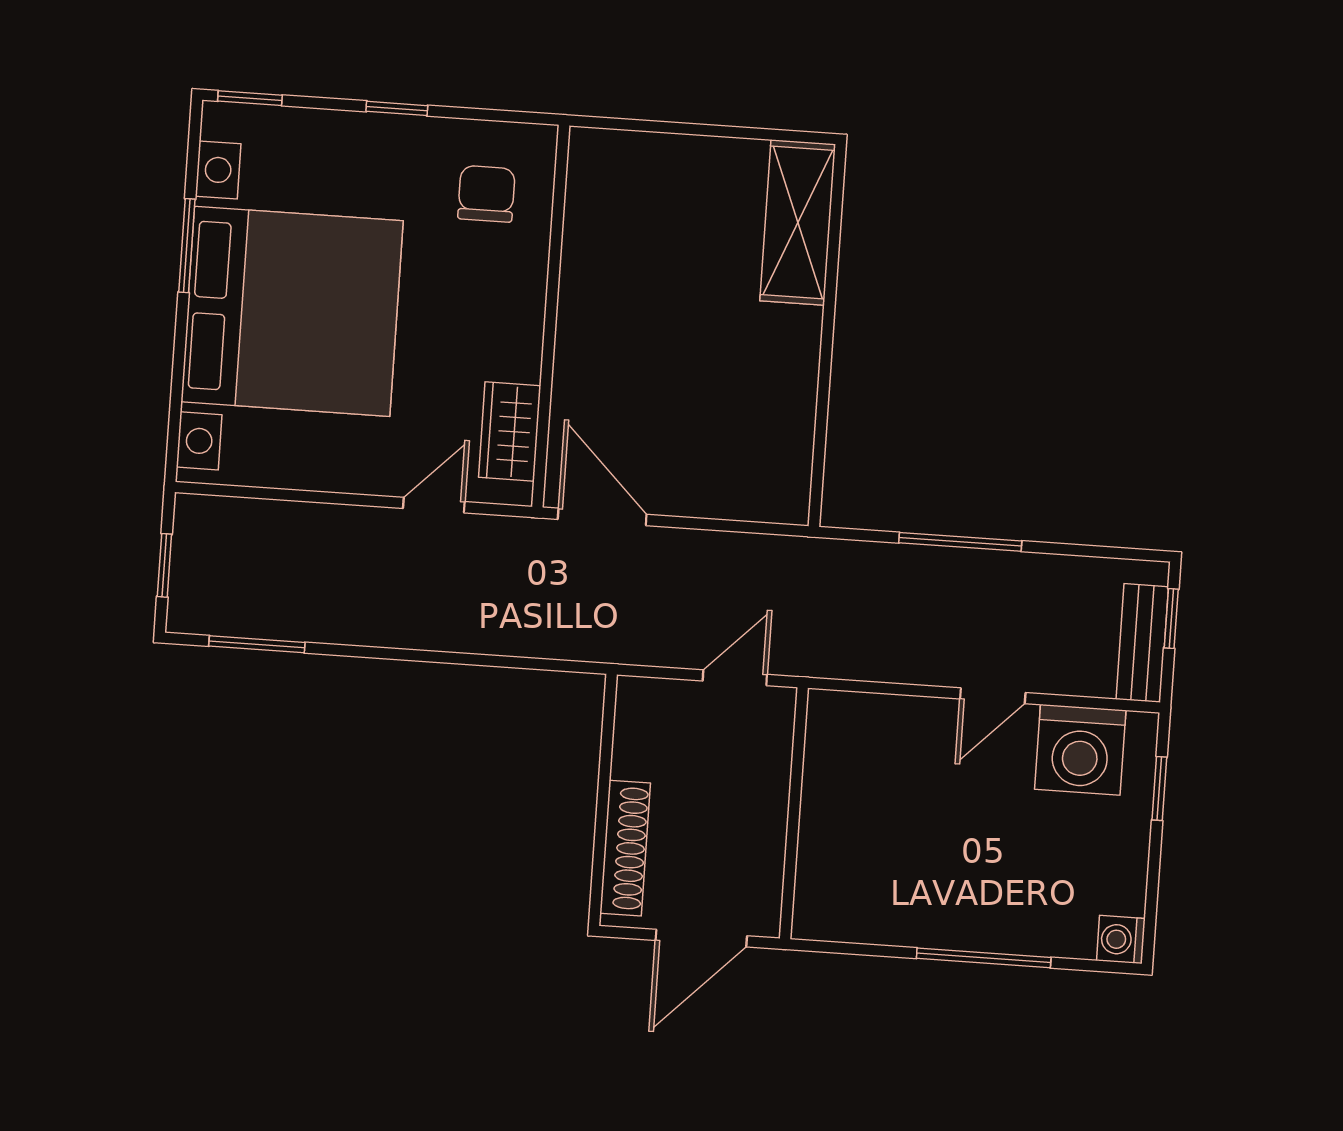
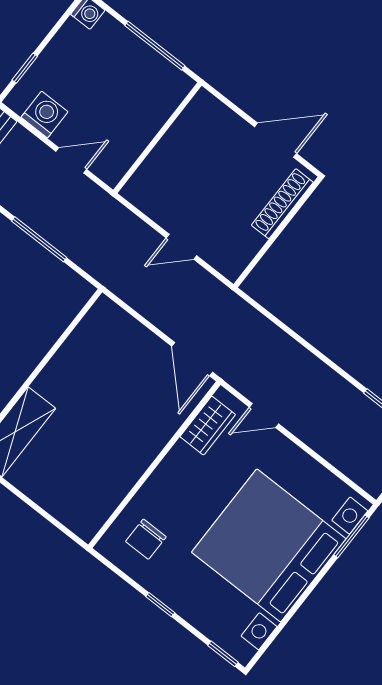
window: (187, 246) -> (351, 536), moved
washing machine: (1080, 750) -> (45, 115), width x0.73, depth x0.73
wall: (794, 813) -> (157, 138), moved

